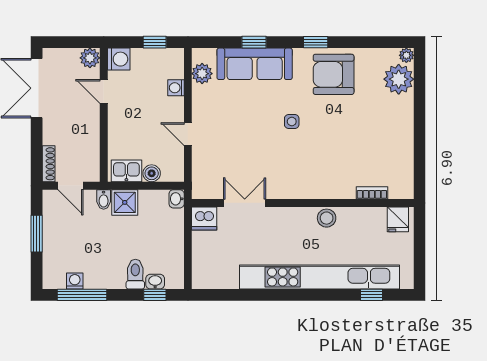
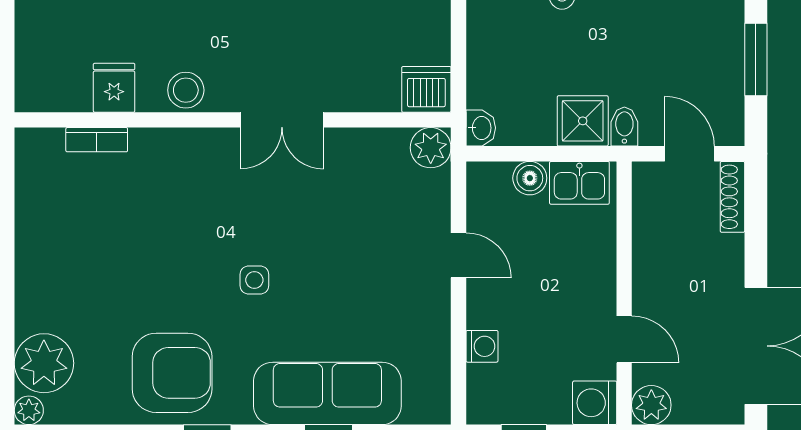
plant: (202, 74) -> (431, 148), moved
double door: (245, 203) -> (282, 120), moved
fridge: (398, 219) -> (114, 88), moved

